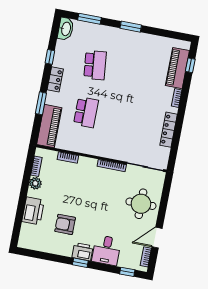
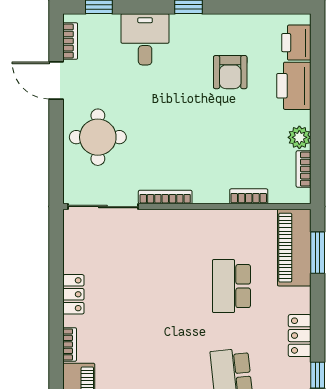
window: (41, 103) -> (318, 253), moved
locker: (169, 130) -> (73, 294), width x0.66
armchair: (65, 224) -> (230, 72), turned 90
door: (157, 238) -> (56, 81), swing flipped
printer: (83, 252) -> (296, 43), moved, turned 90

